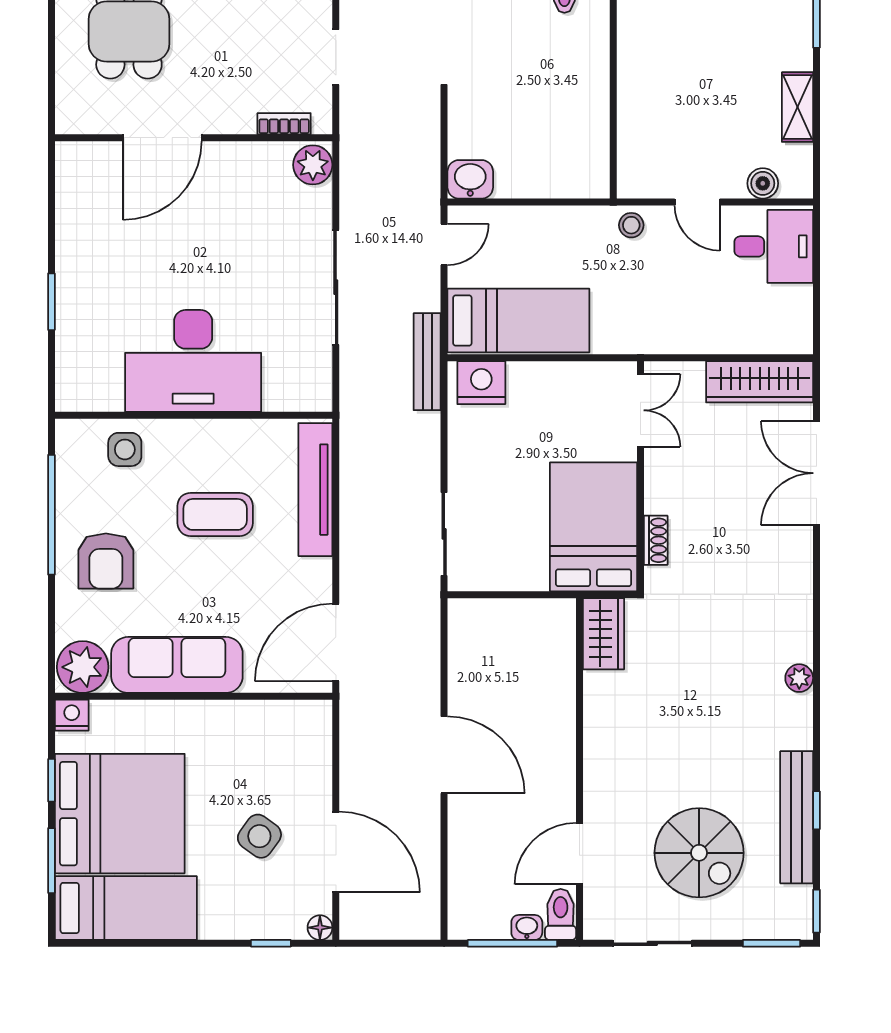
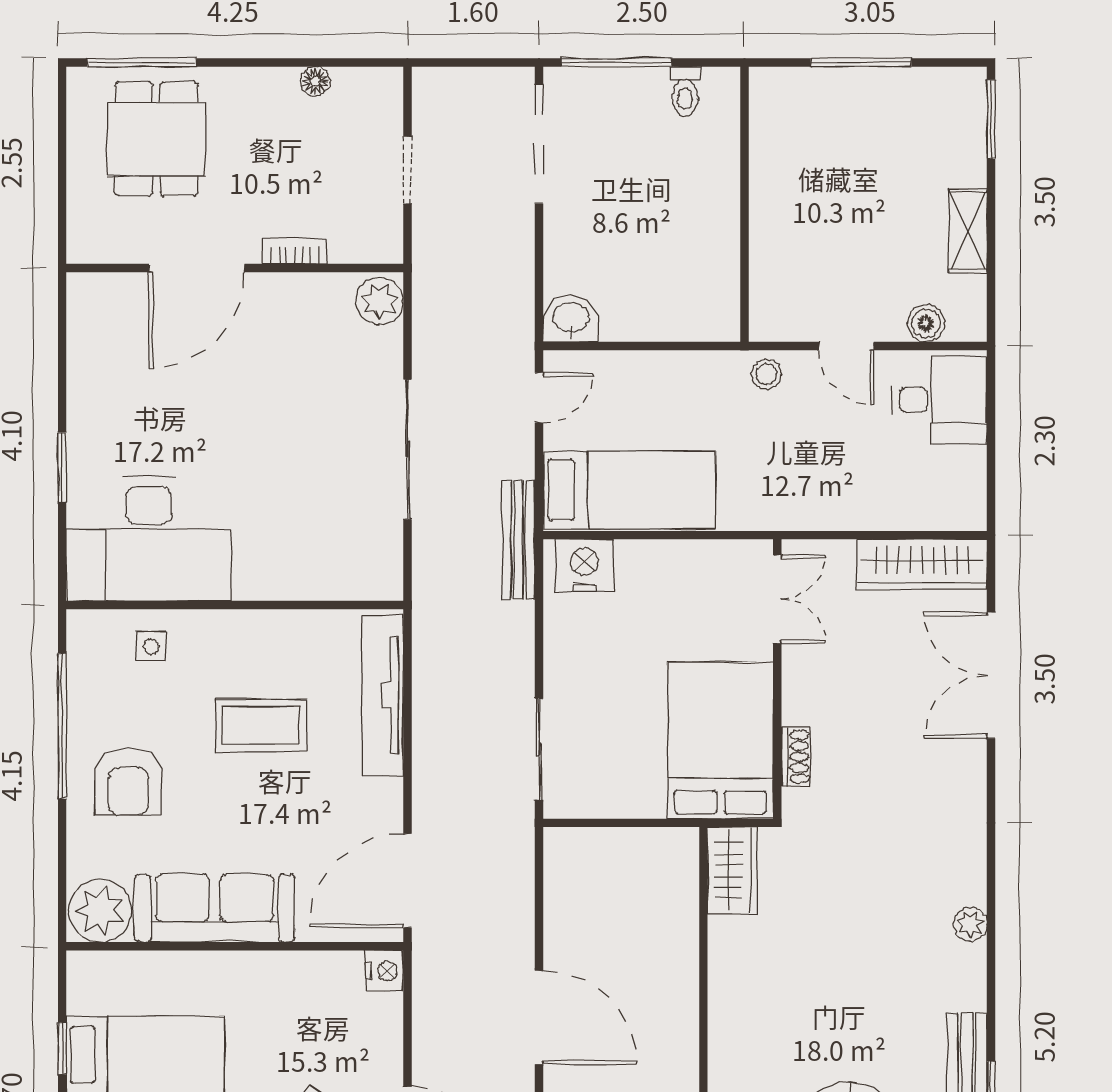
bookcase: (284, 124) -> (294, 251), moved
desk: (193, 361) -> (149, 539), moved
side table: (125, 449) -> (151, 647), width x0.73, depth x0.73
nightstand: (72, 715) -> (384, 971), moved, turned 90

